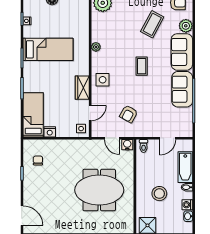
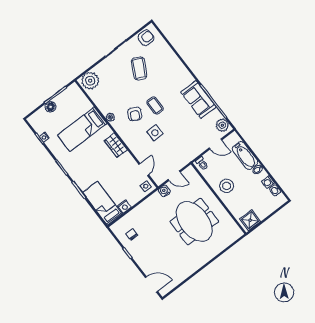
plant: (186, 26) -> (222, 125), moved
bed: (48, 49) -> (82, 129), moved, turned 180
sofa: (182, 52) -> (177, 72), removed
side table: (103, 80) -> (155, 133), moved
wardrobe: (82, 88) -> (116, 145), moved
armchair: (129, 114) -> (135, 114), moved
door: (168, 138) -> (215, 144), hinge flipped
water cooler: (127, 145) -> (164, 191), moved
meeting table: (99, 190) -> (194, 222), turned 90
stool: (159, 194) -> (227, 186), moved

